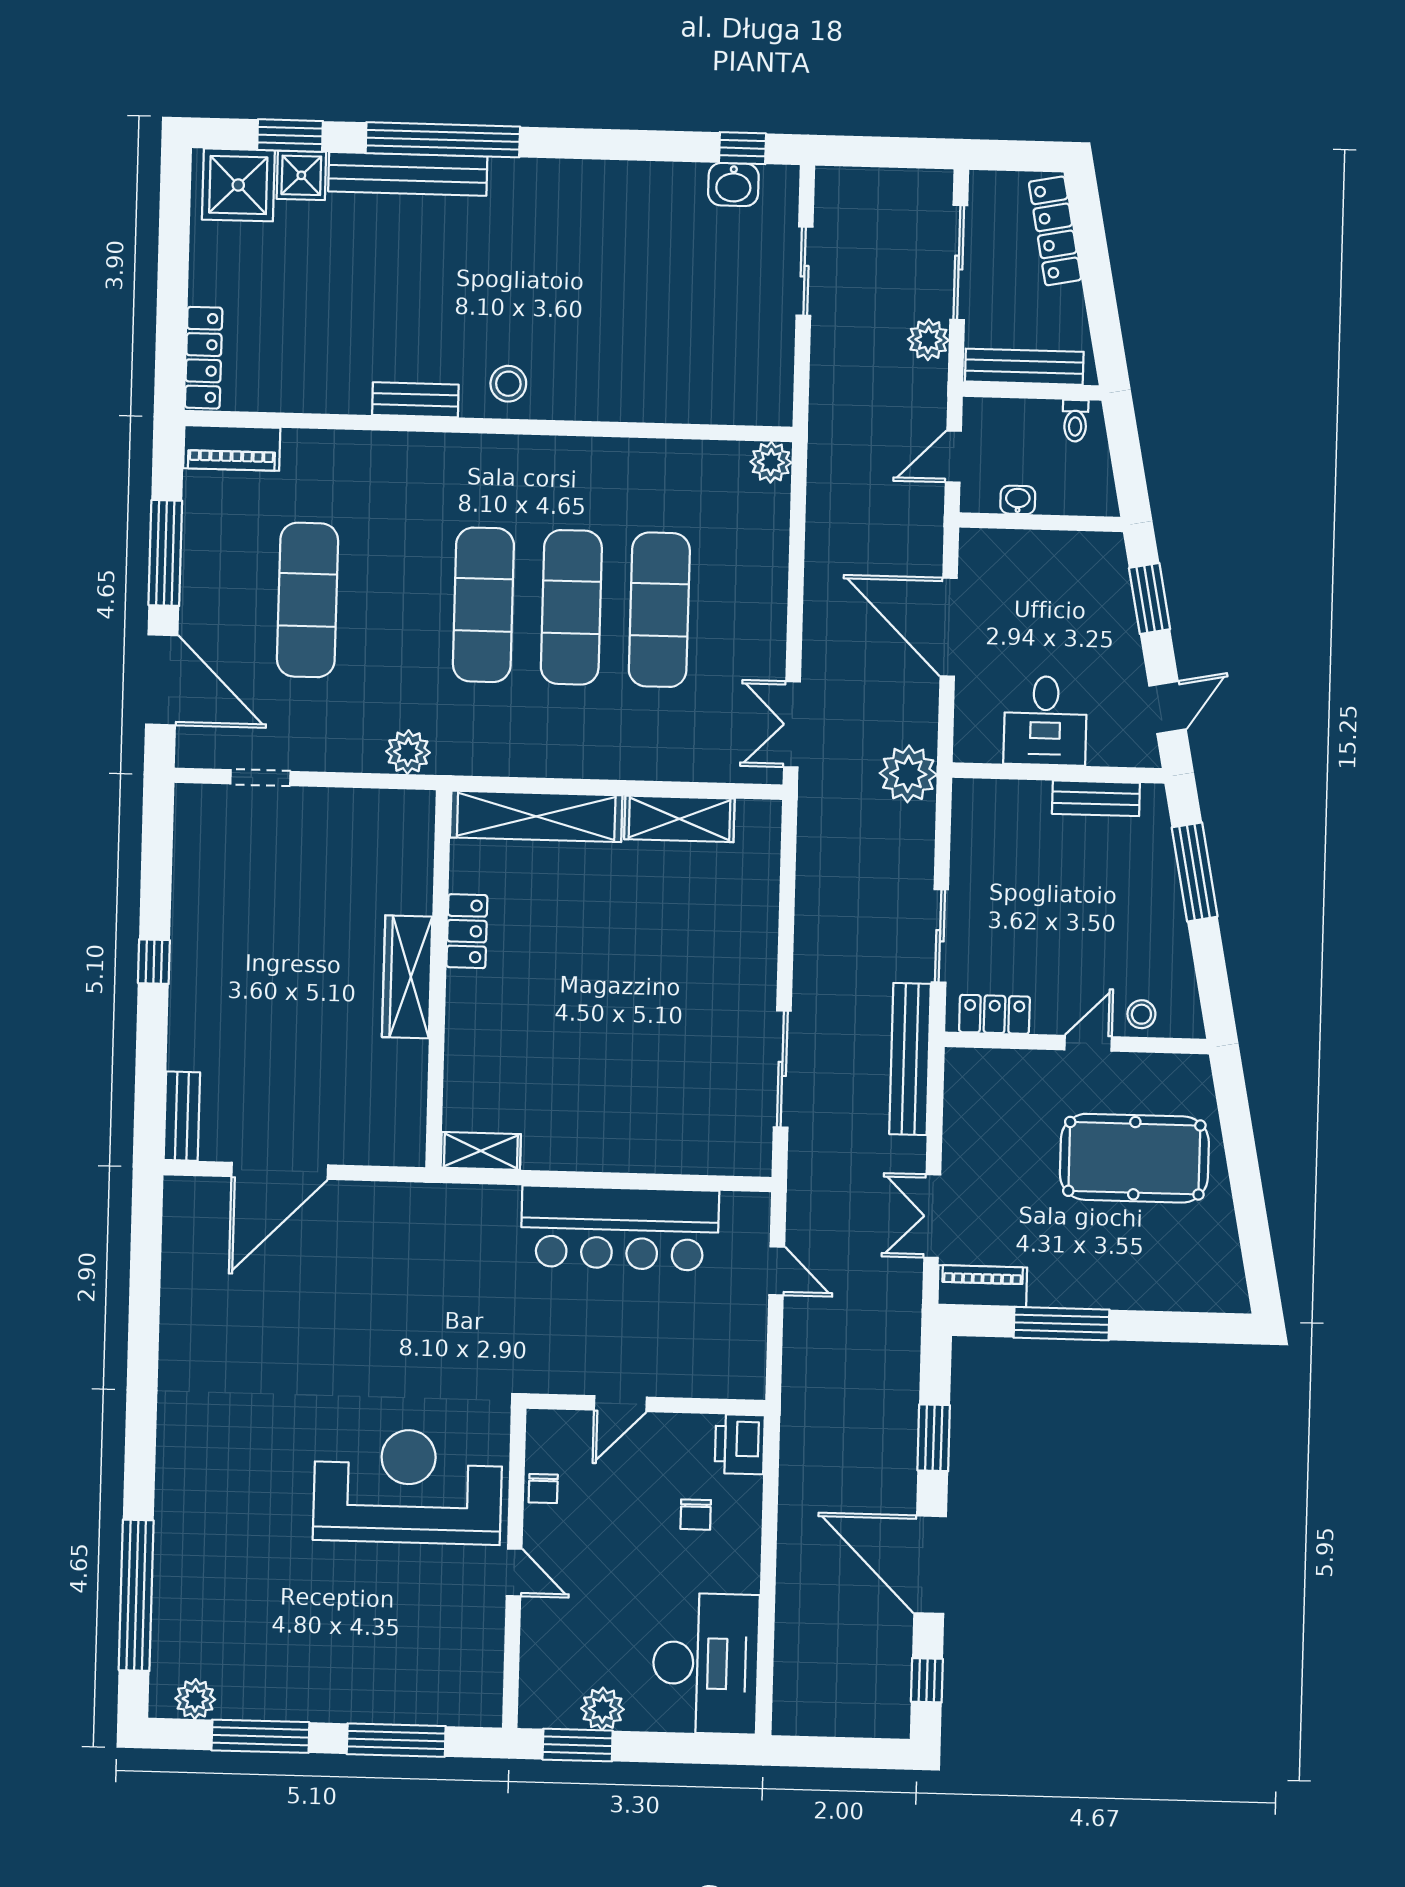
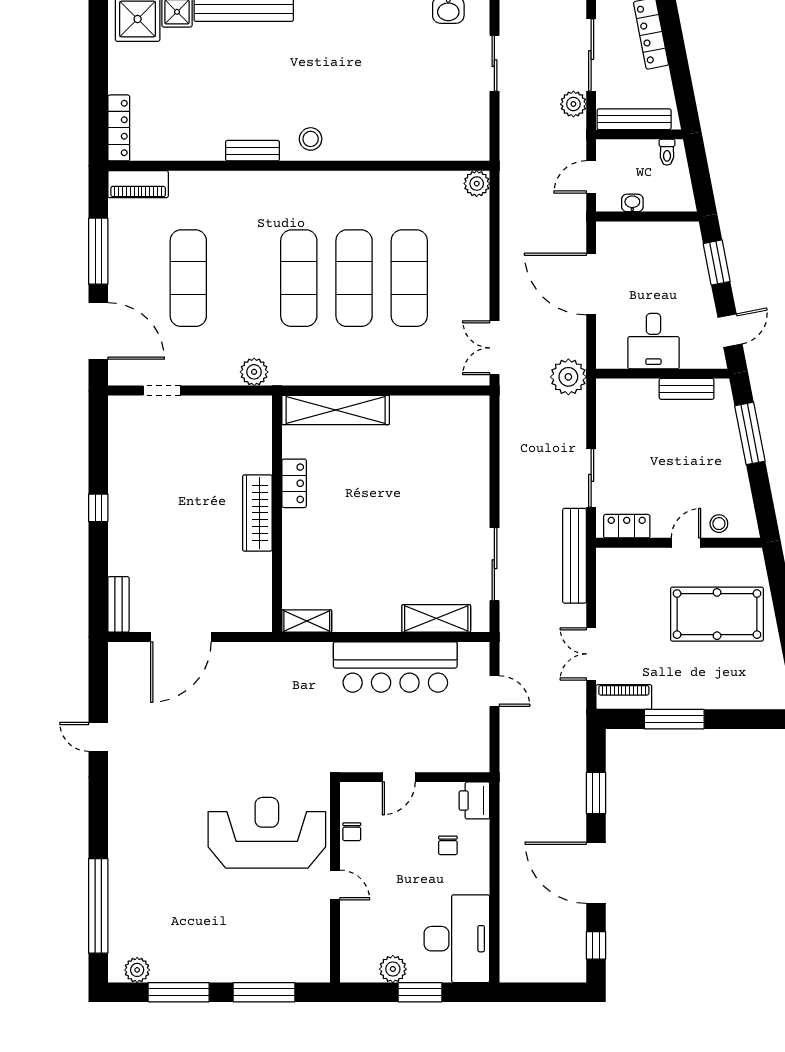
shelving: (679, 819) -> (436, 618), moved
door: (144, 1326) -> (98, 737), added
window: (578, 1745) -> (420, 992), moved

